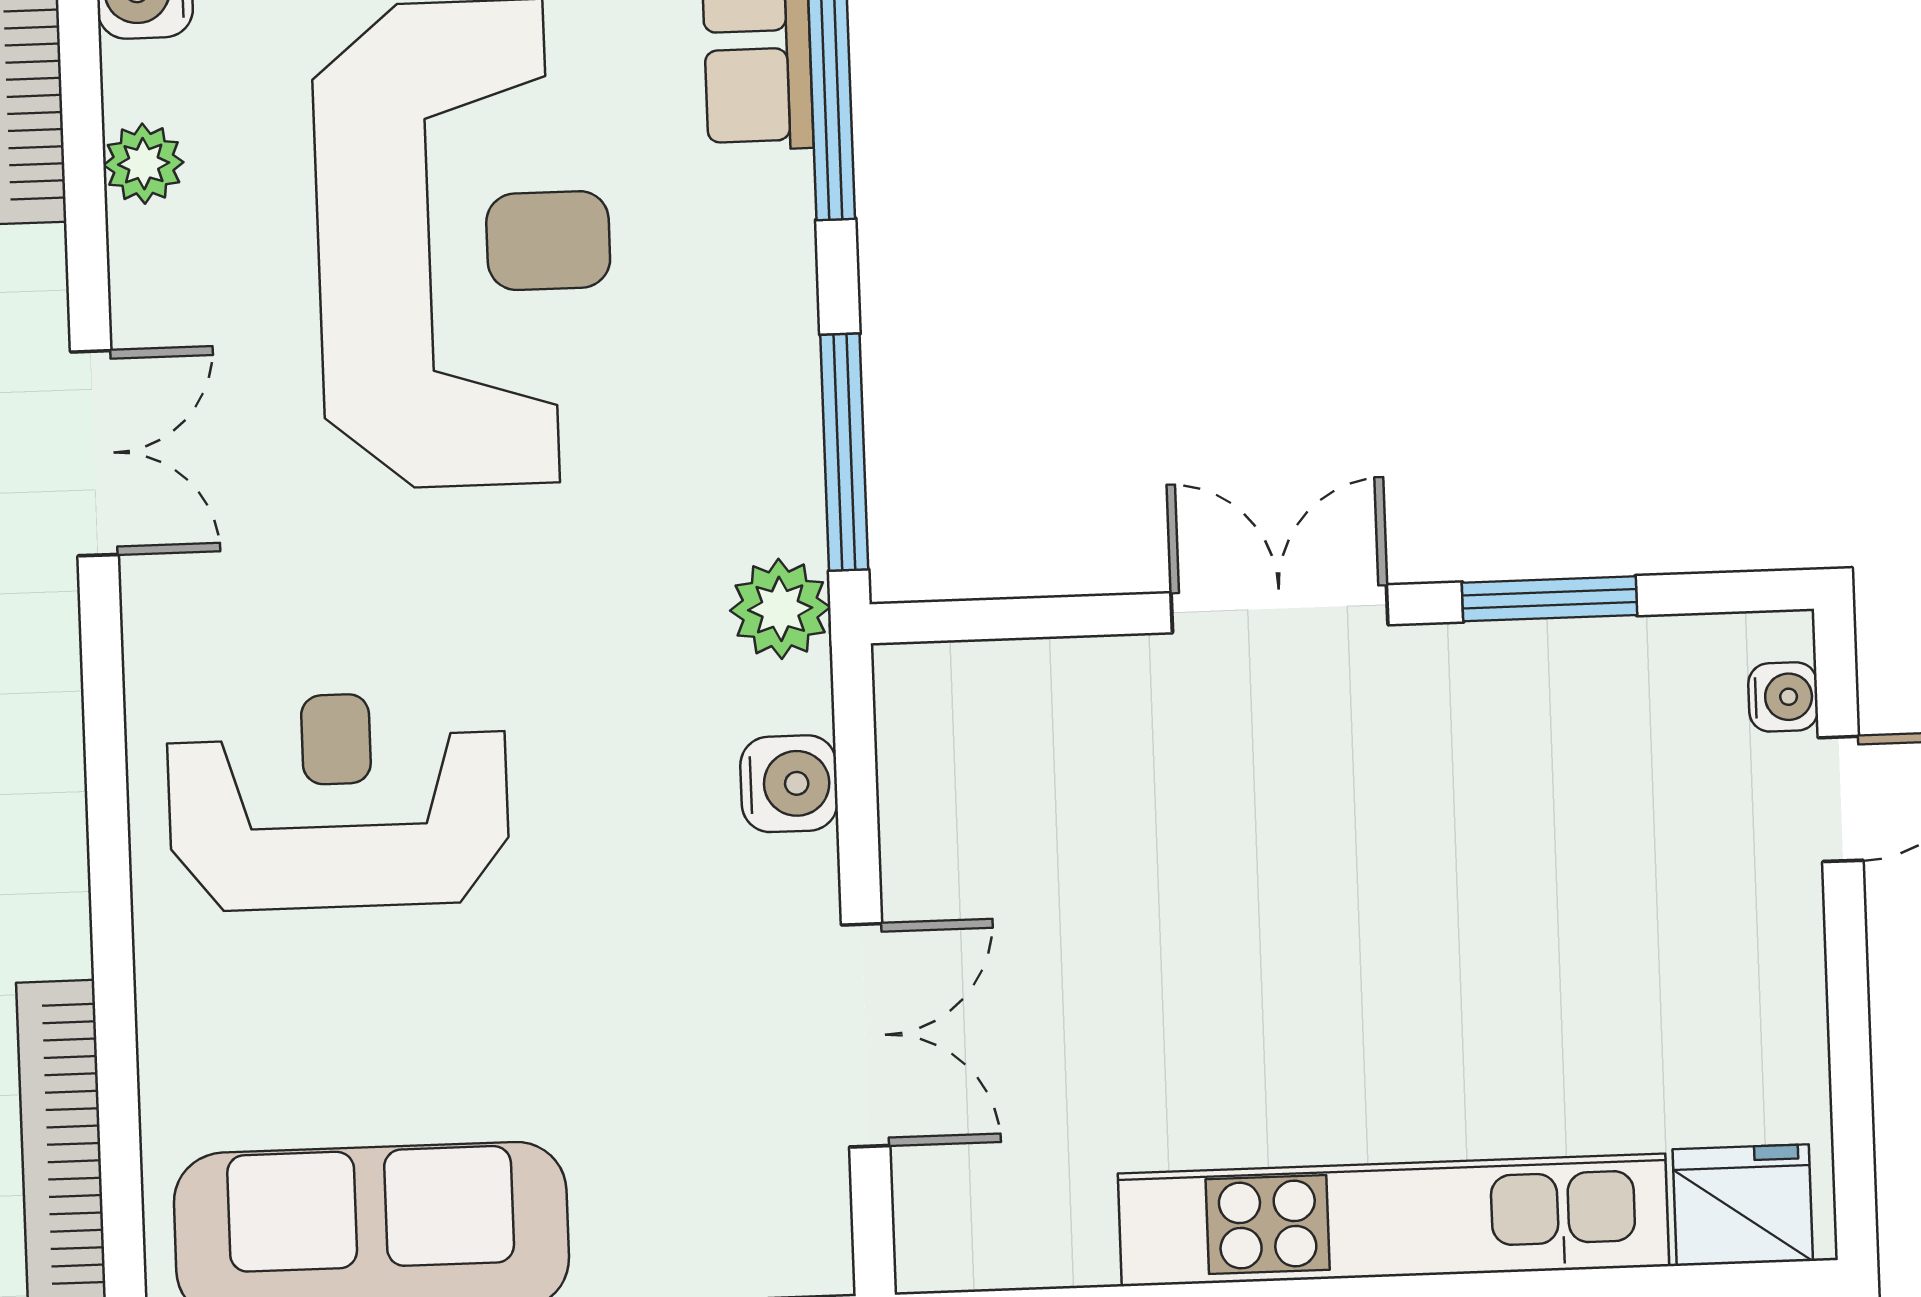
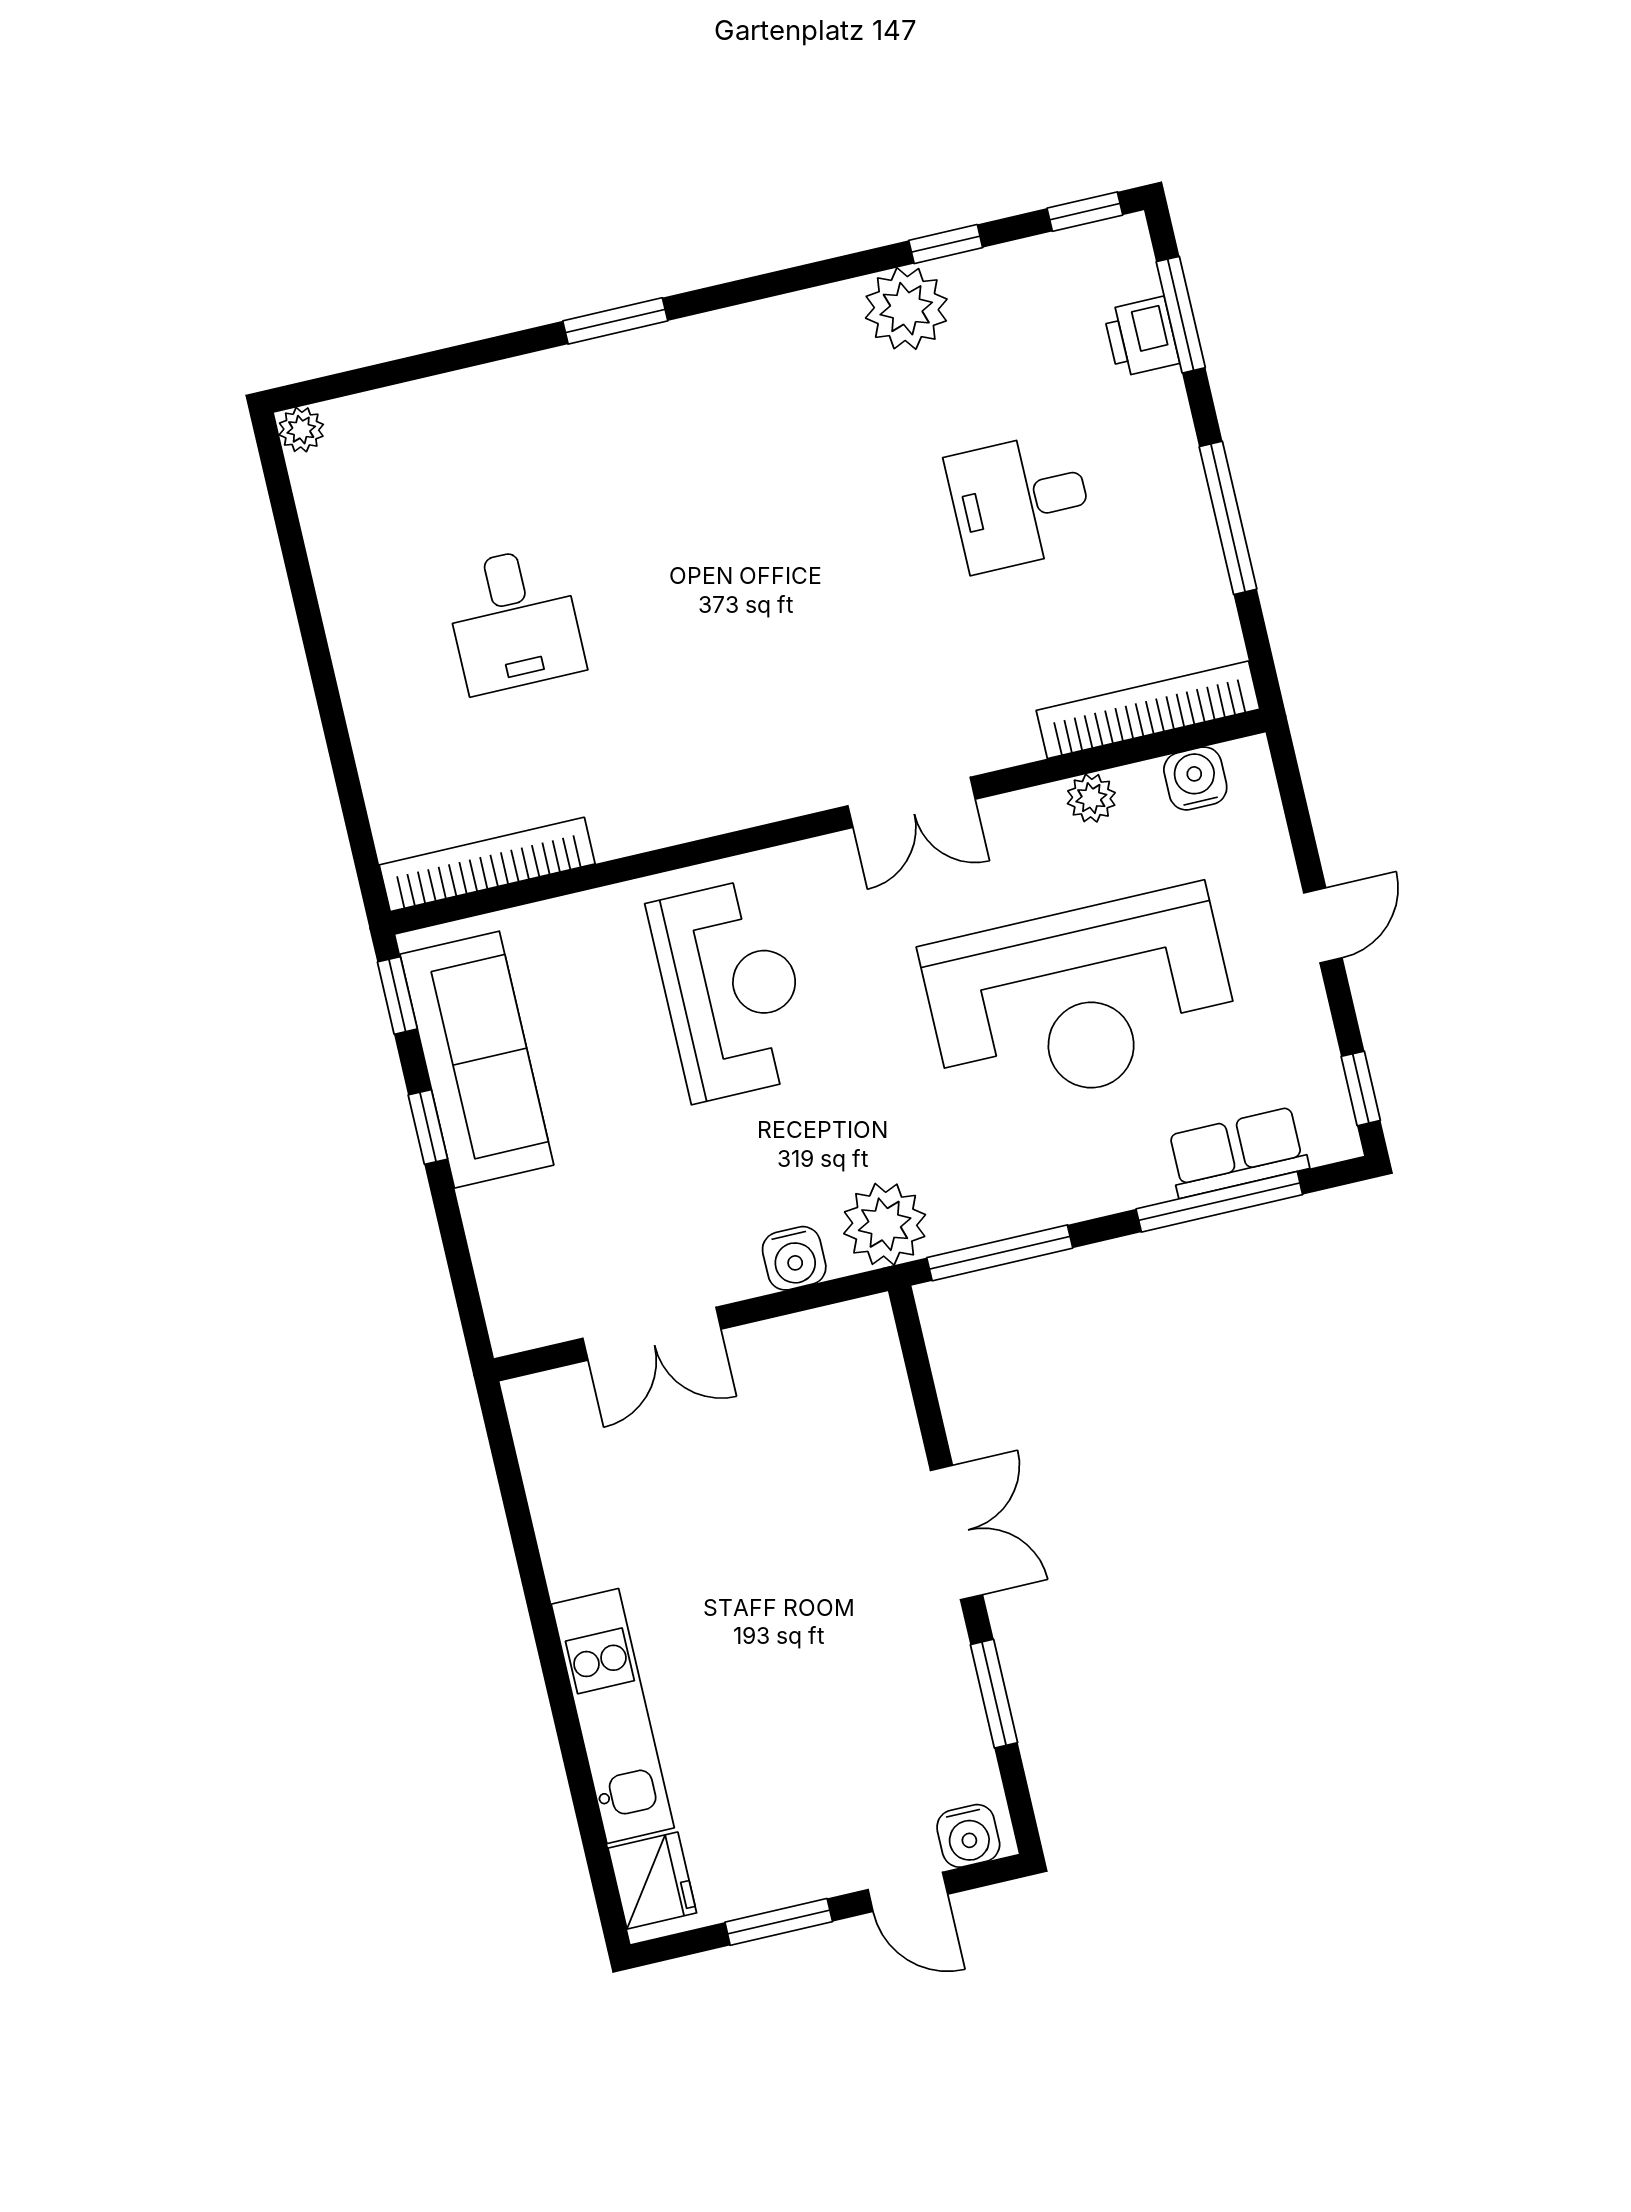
plant: (780, 609) -> (885, 1224), width x1.36, depth x1.36
water cooler: (1783, 697) -> (968, 1836), width x1.38, depth x1.38
window: (1848, 1015) -> (779, 1922), added
kitchen unit: (1393, 1220) -> (613, 1716), width x0.73

